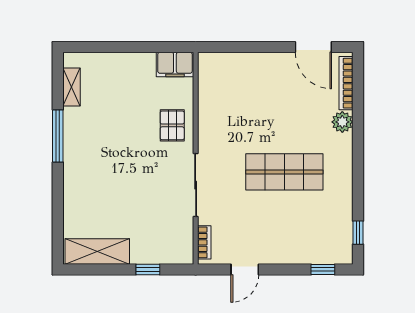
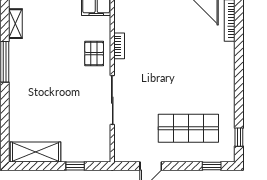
plant: (342, 122) -> (227, 51), removed
shop shelf: (284, 172) -> (188, 128), moved
bookcase: (204, 242) -> (119, 46), moved

